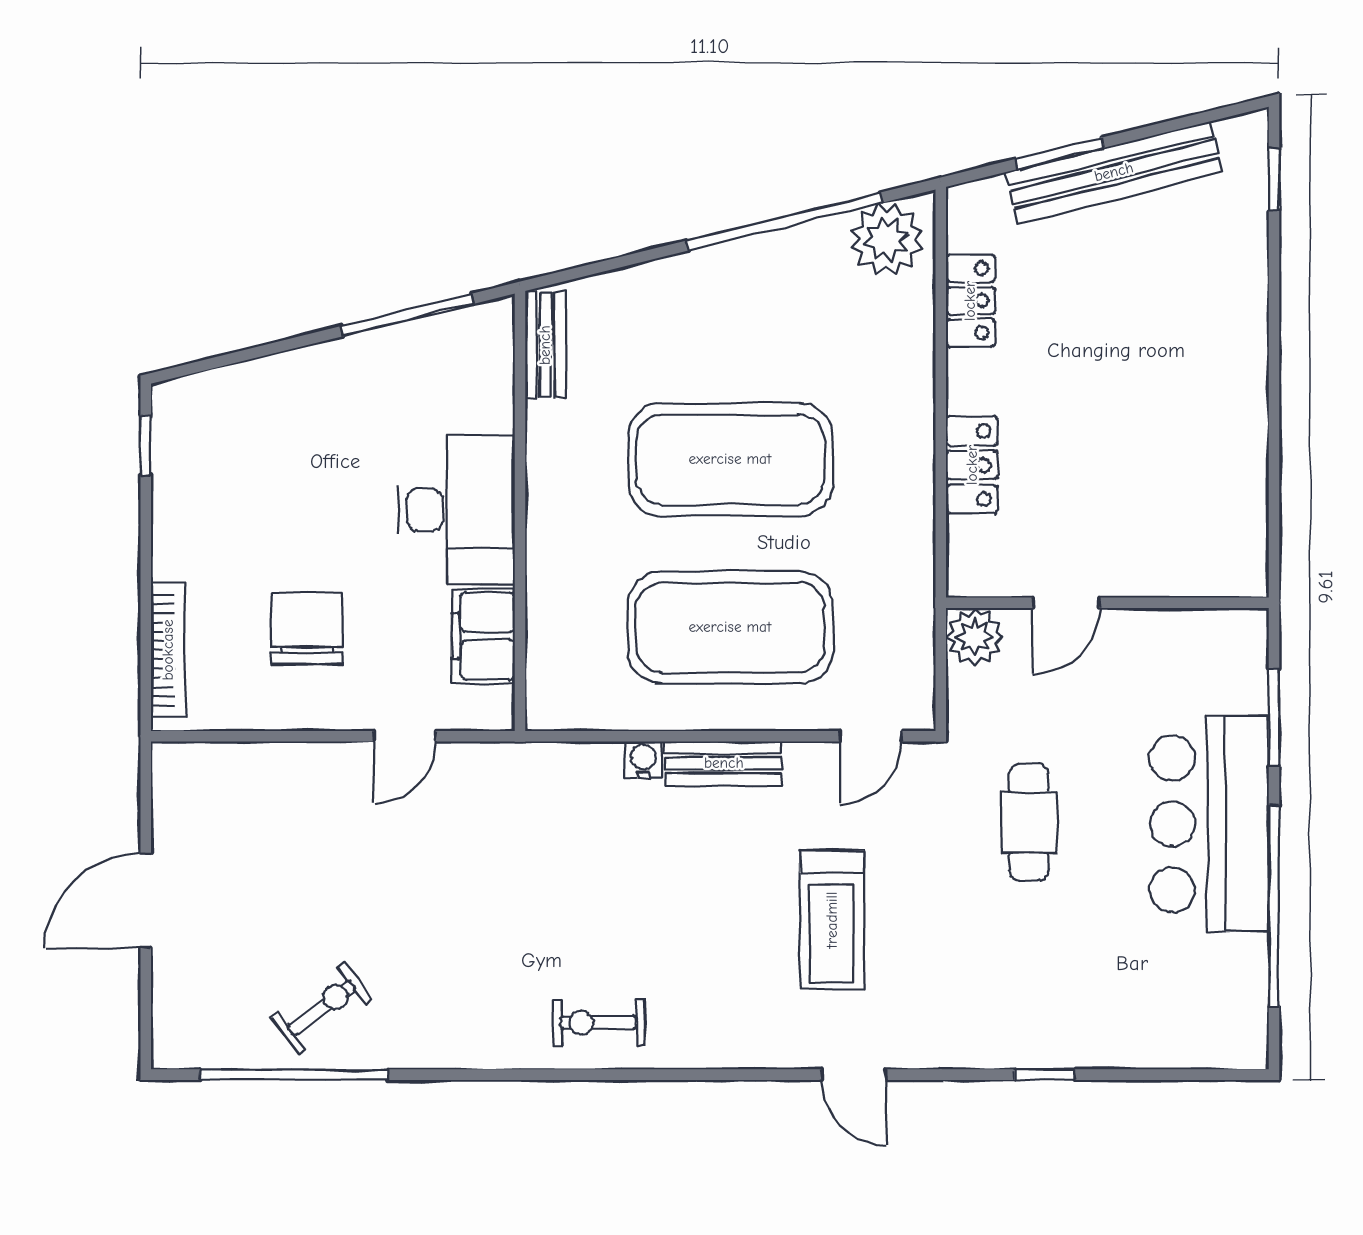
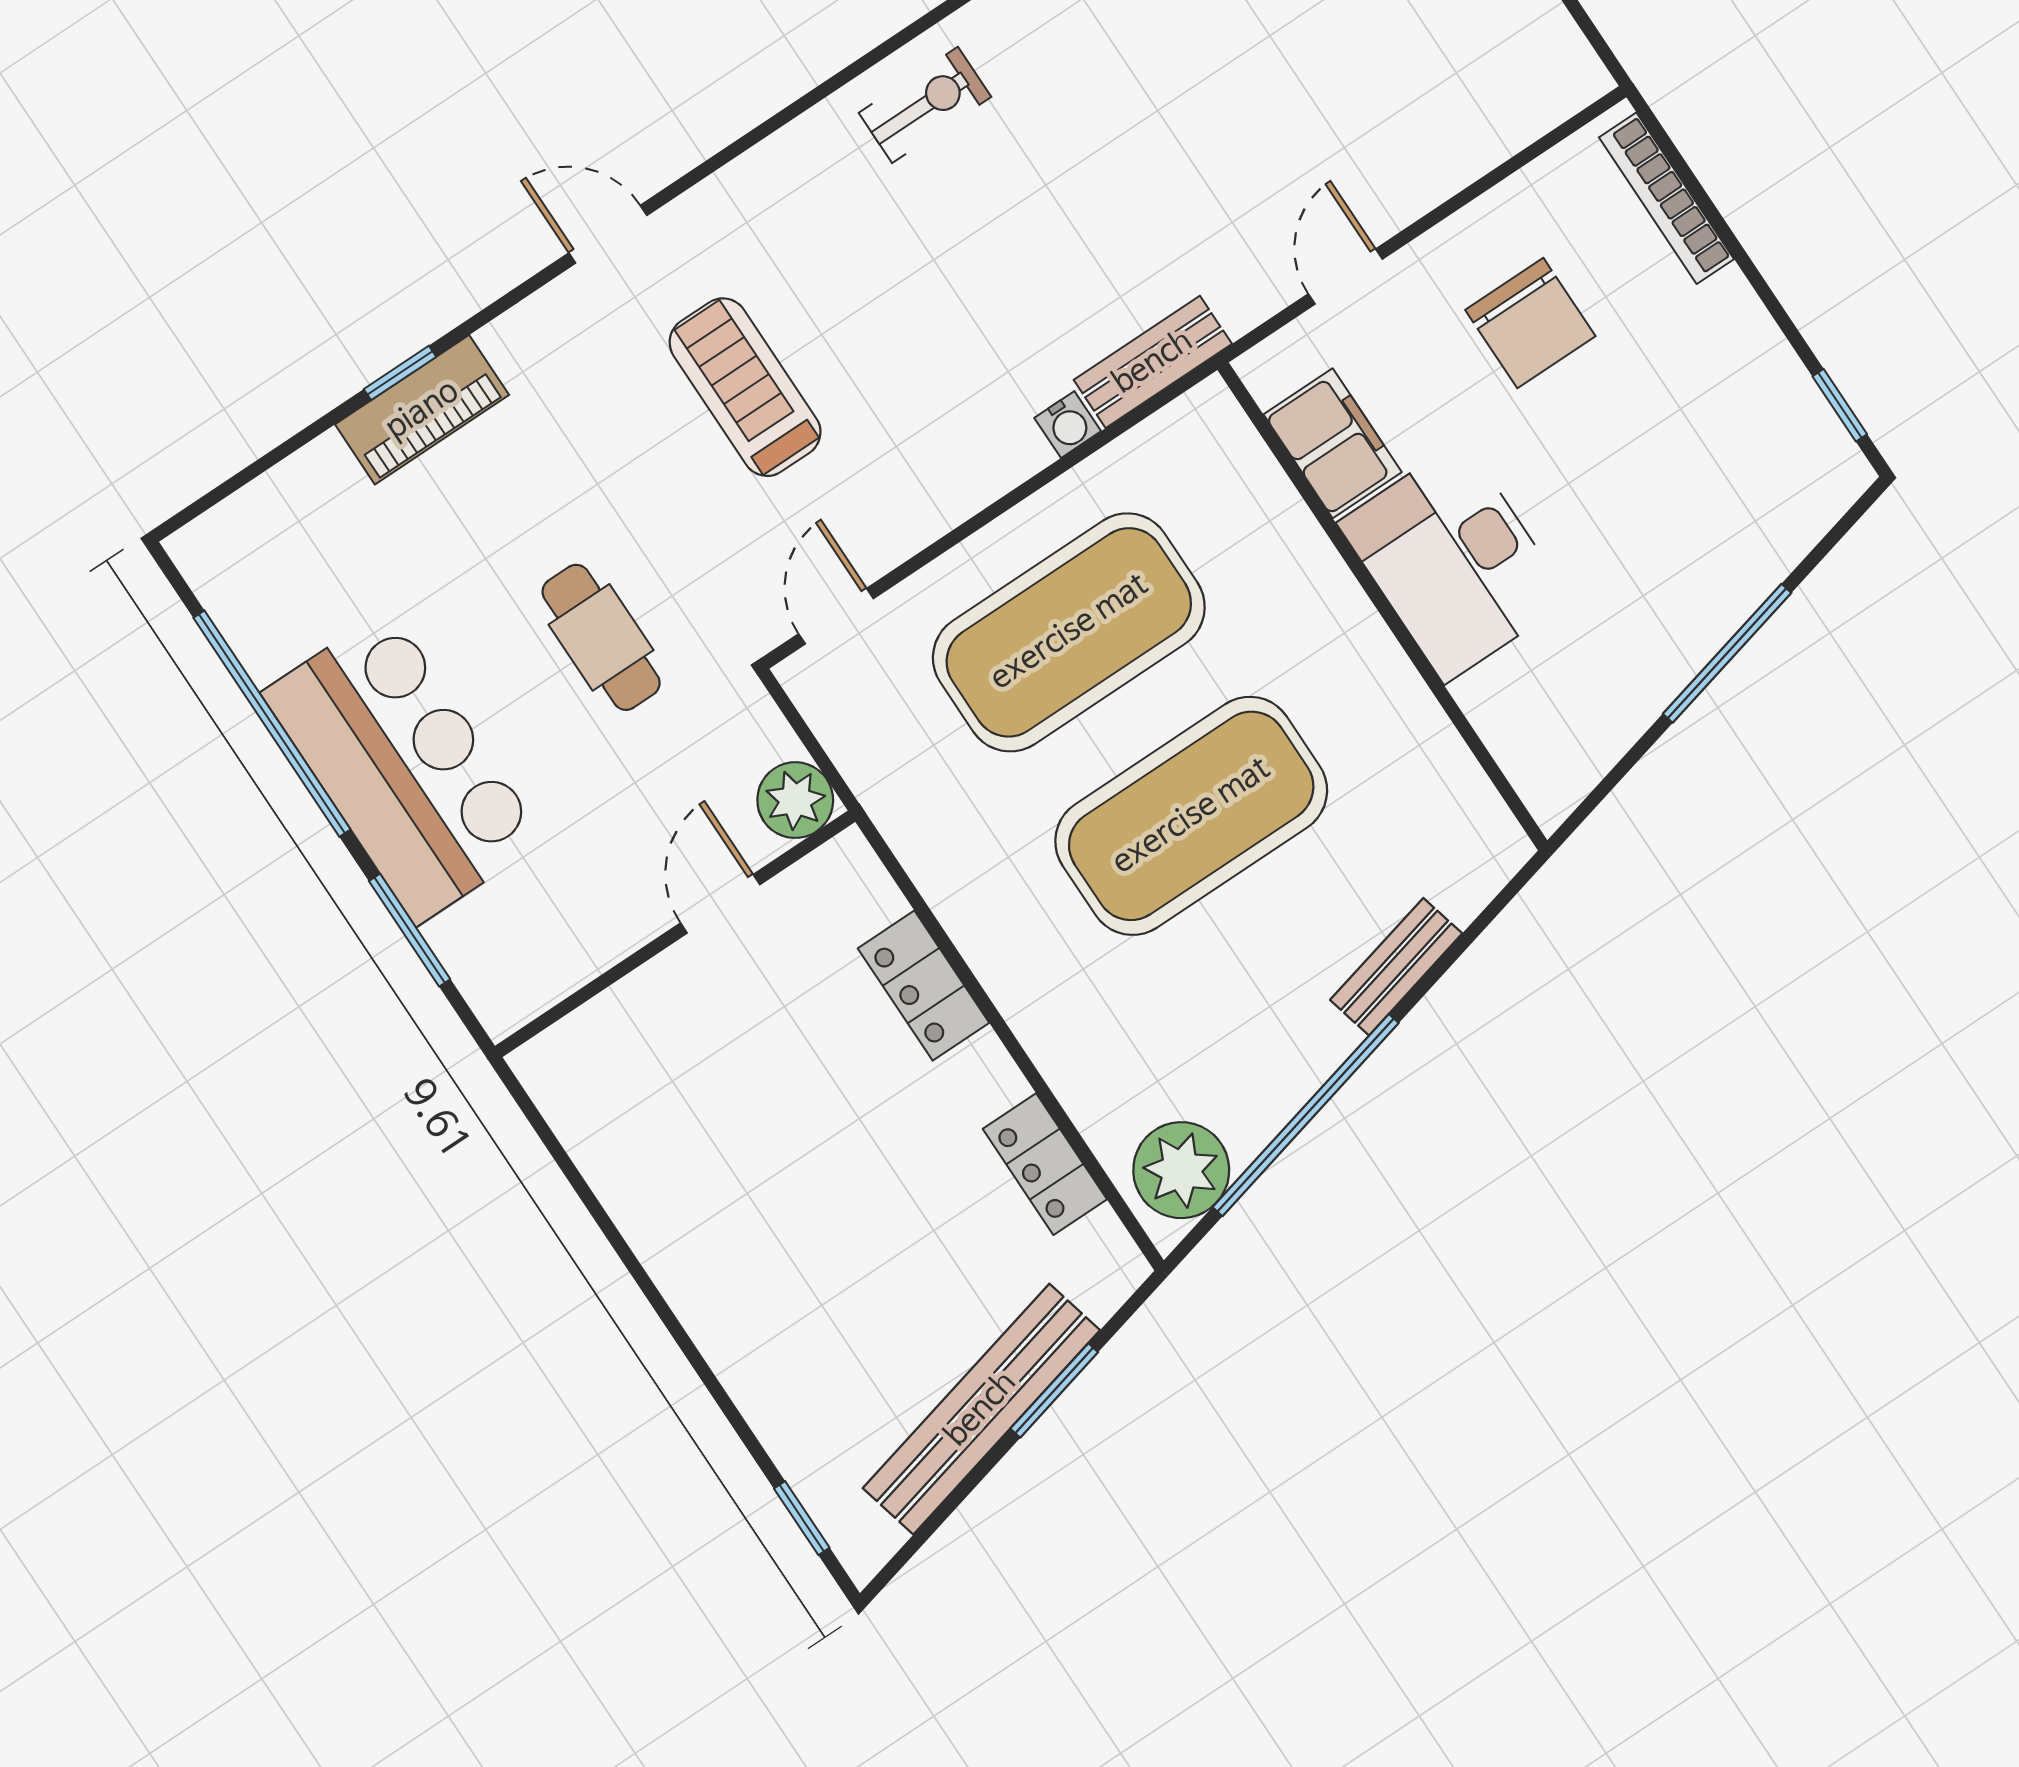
window: (407, 315) -> (1727, 653), moved
bench: (545, 345) -> (1396, 967), moved, turned 76
bench: (724, 763) -> (1153, 362), moved
piano: (1046, 1042) -> (422, 410), added

